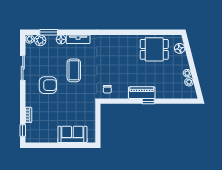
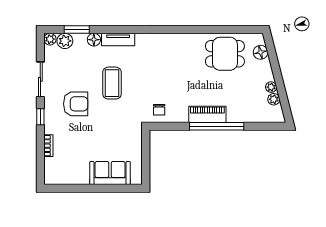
window: (148, 101) -> (217, 126), width x3.17
window: (23, 131) -> (40, 117), moved

